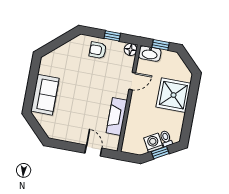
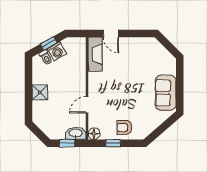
armchair: (98, 50) -> (124, 127), turned 180
sofa: (45, 95) -> (166, 93), moved
shower: (173, 95) -> (40, 92), width x0.54, depth x0.54
fireplace: (117, 116) -> (95, 54), moved

